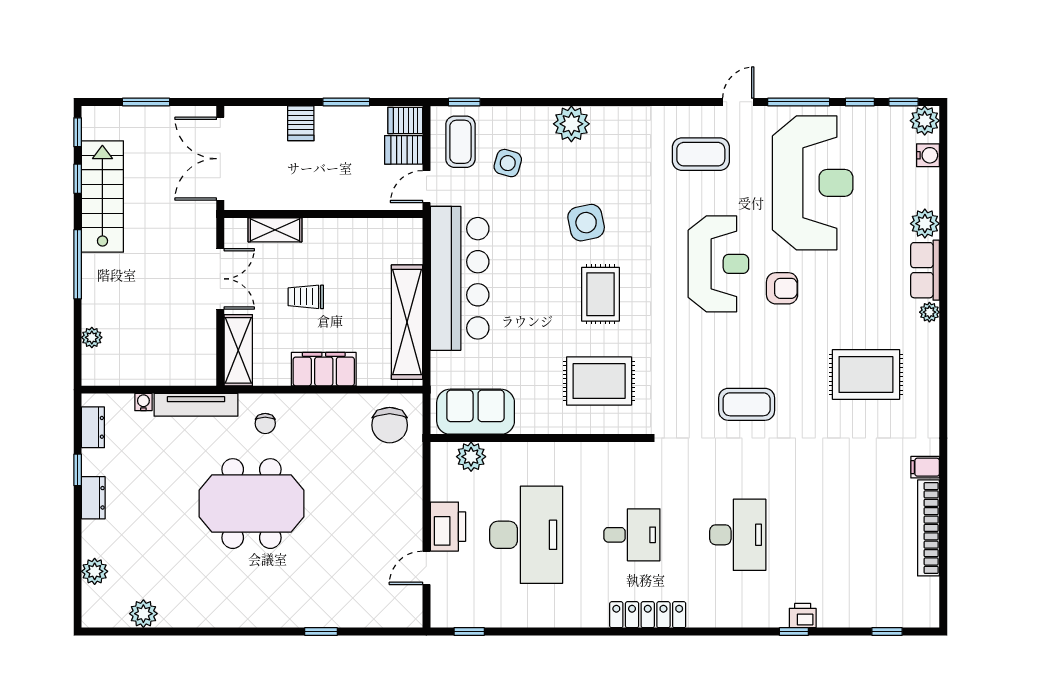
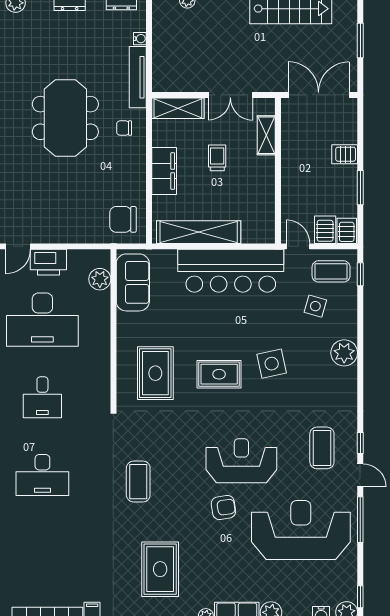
window: (860, 102) -> (360, 443), moved
reception desk: (813, 183) -> (301, 530), turned 180
reception desk: (718, 264) -> (241, 461), turned 180
armchair: (782, 288) -> (223, 508), turned -99
door: (426, 568) -> (18, 246), swing flipped

